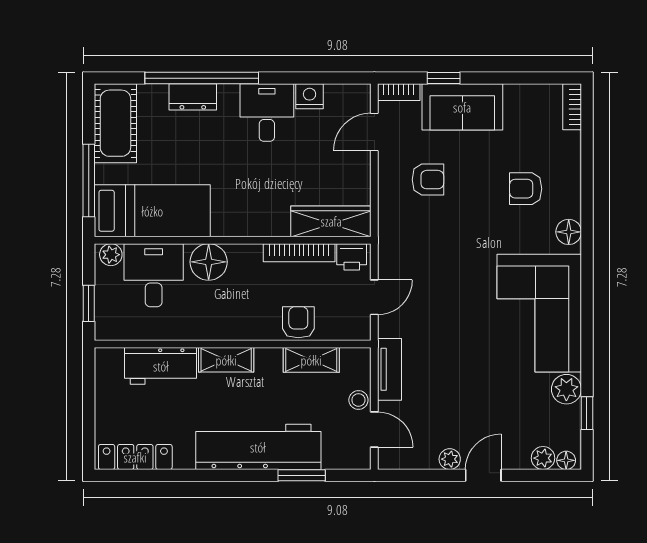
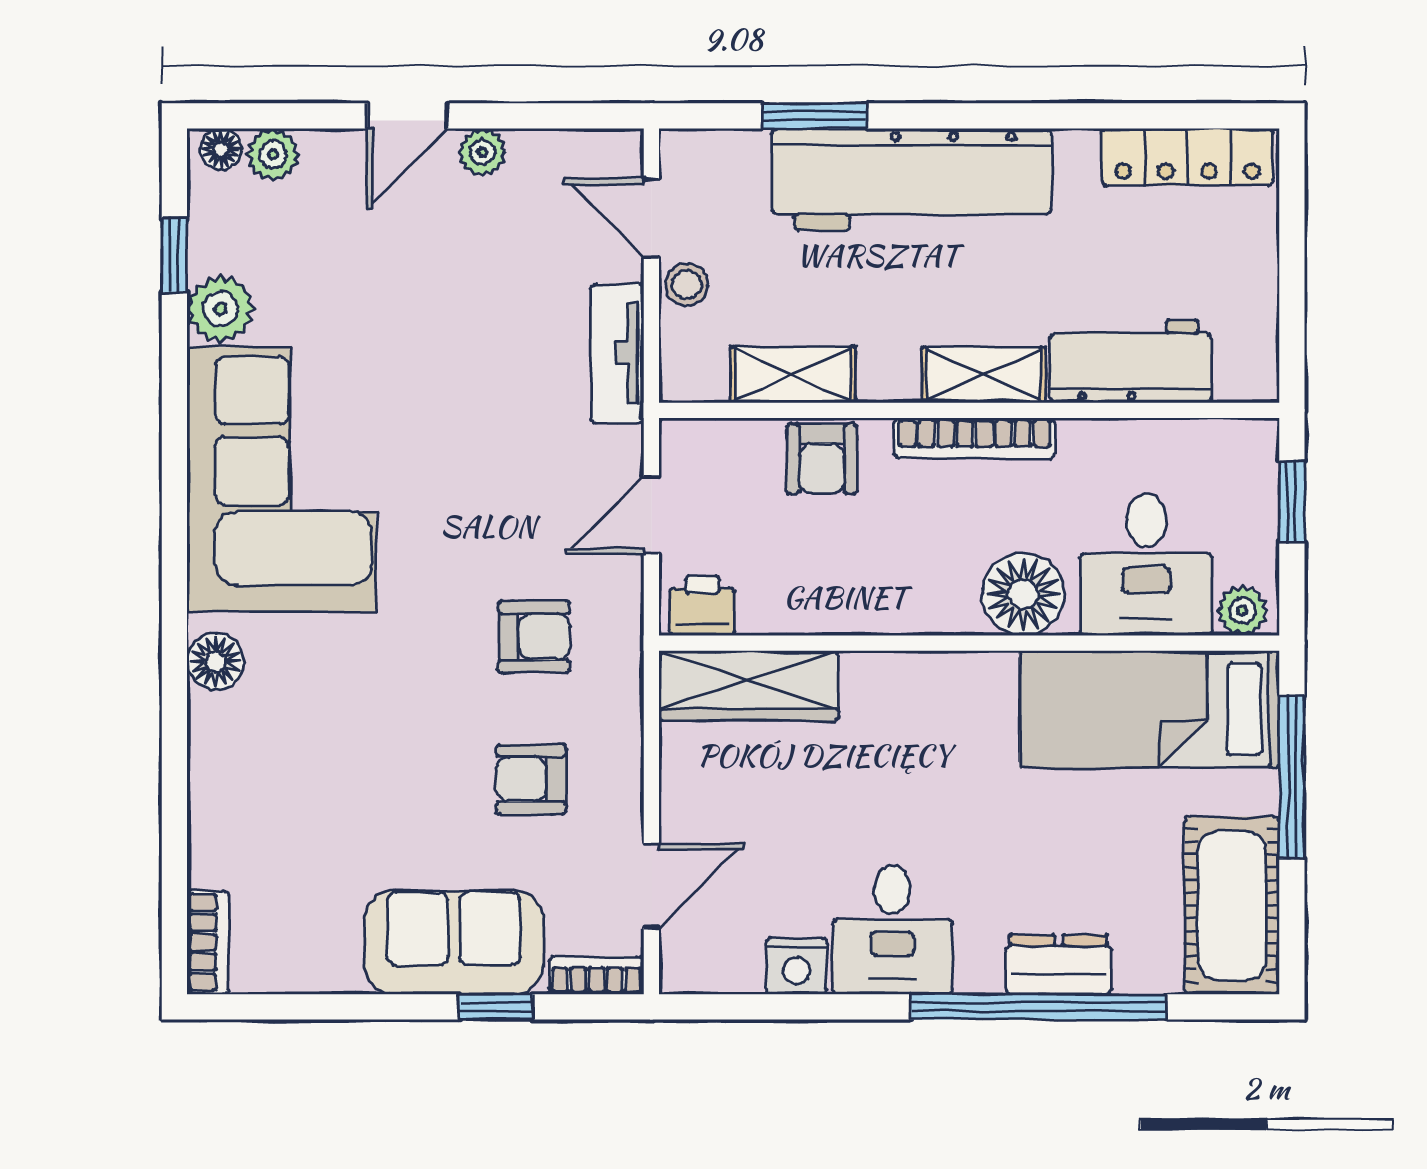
armchair: (526, 189) -> (534, 637), moved
bookcase: (299, 253) -> (975, 438), moved, turned 180

